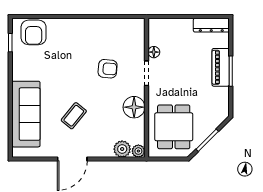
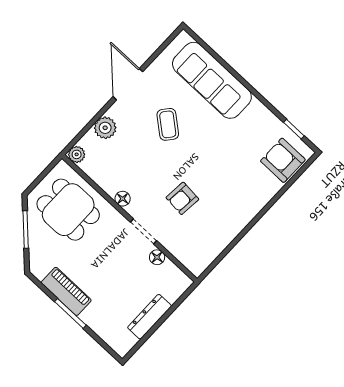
dresser: (211, 25) -> (150, 317), moved
piano: (221, 67) -> (66, 291), moved
floor lamp: (134, 107) -> (123, 199), width x0.53, depth x0.53
plant: (122, 149) -> (105, 128), moved

